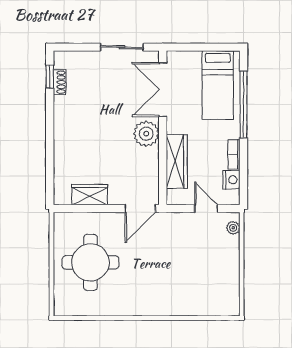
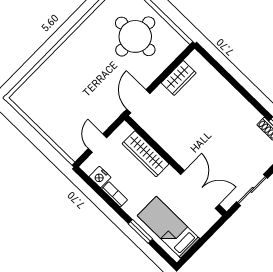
window: (243, 104) -> (140, 231), width x0.47
plant: (146, 134) -> (182, 152), removed
door: (206, 209) -> (98, 143), swing flipped
plant: (233, 228) -> (68, 148), removed

